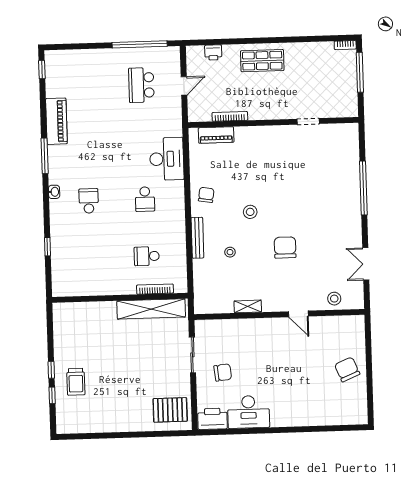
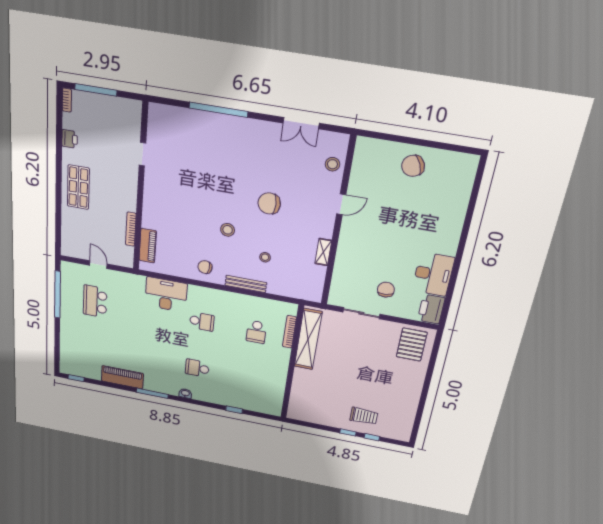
printer: (213, 52) -> (70, 139), moved
school desk: (141, 85) -> (95, 301), turned 90

